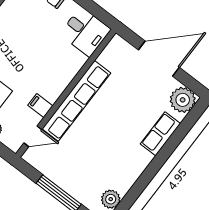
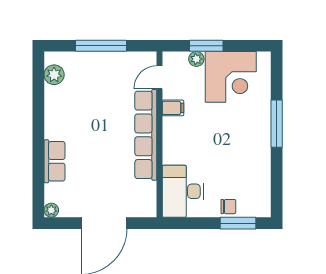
desk: (85, 32) -> (183, 191), width x1.37
plant: (183, 100) -> (51, 210), width x0.53, depth x0.53

